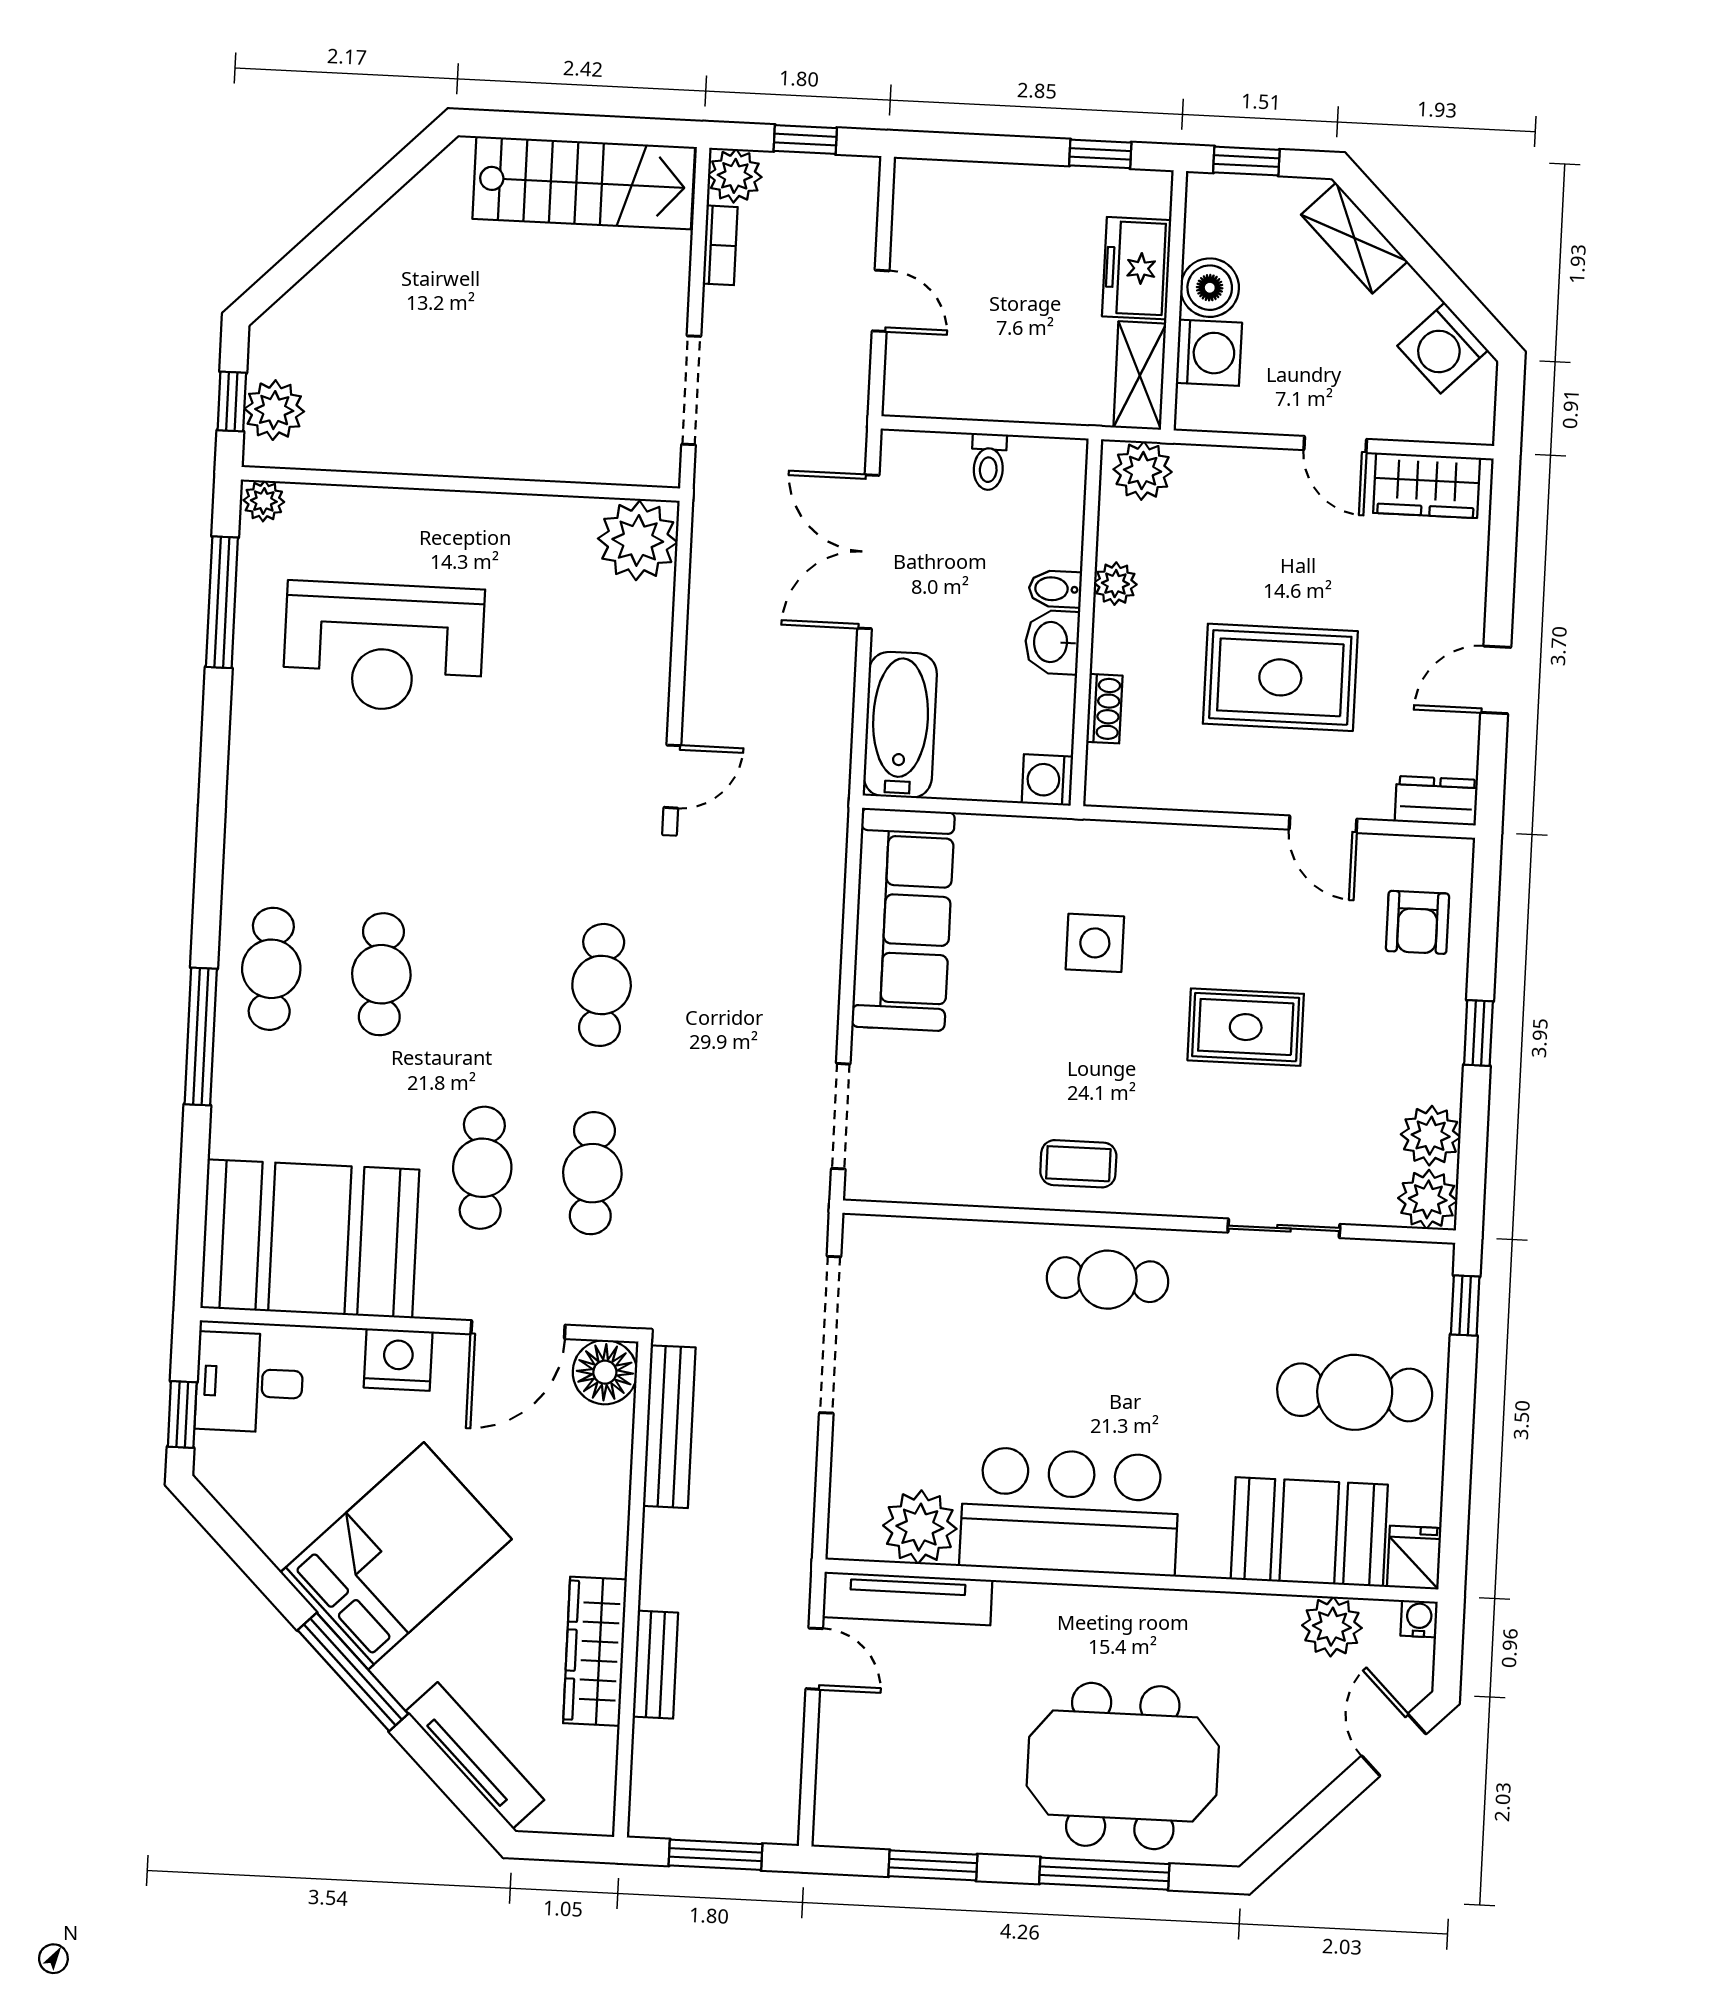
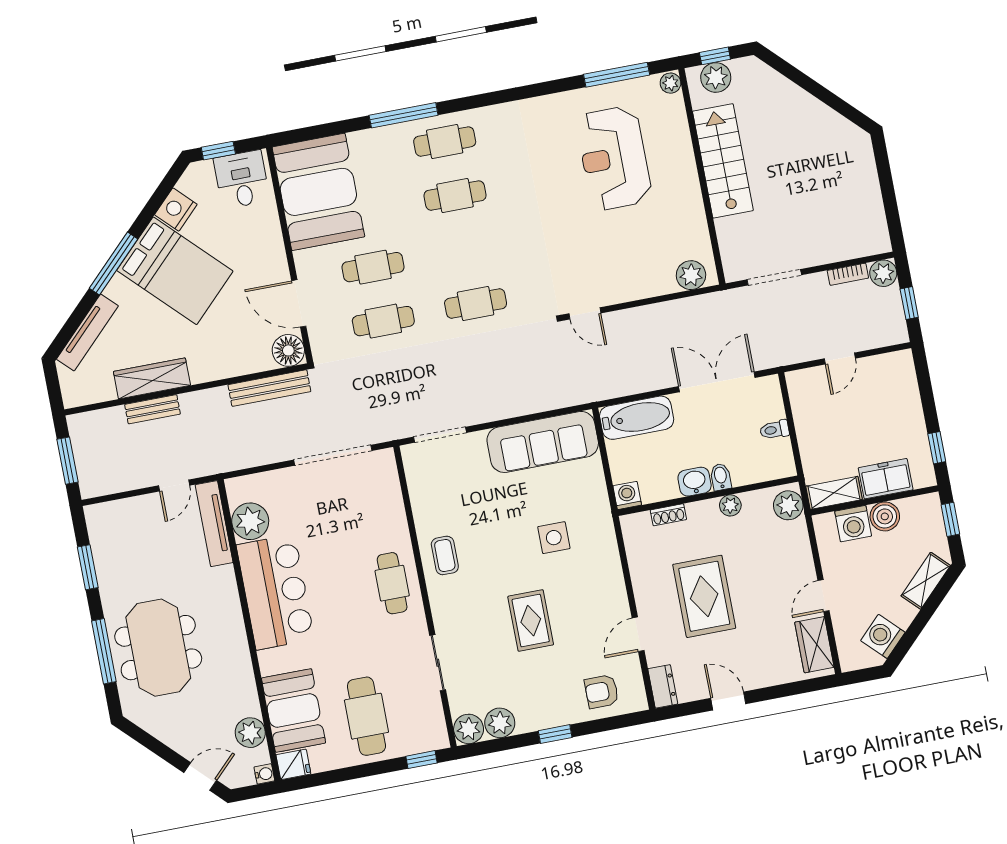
stairs: (584, 183) -> (723, 161), moved, turned 180
plant: (638, 540) -> (691, 275), width x0.73, depth x0.73
nightstand: (398, 1360) -> (176, 210), moved, turned -135

